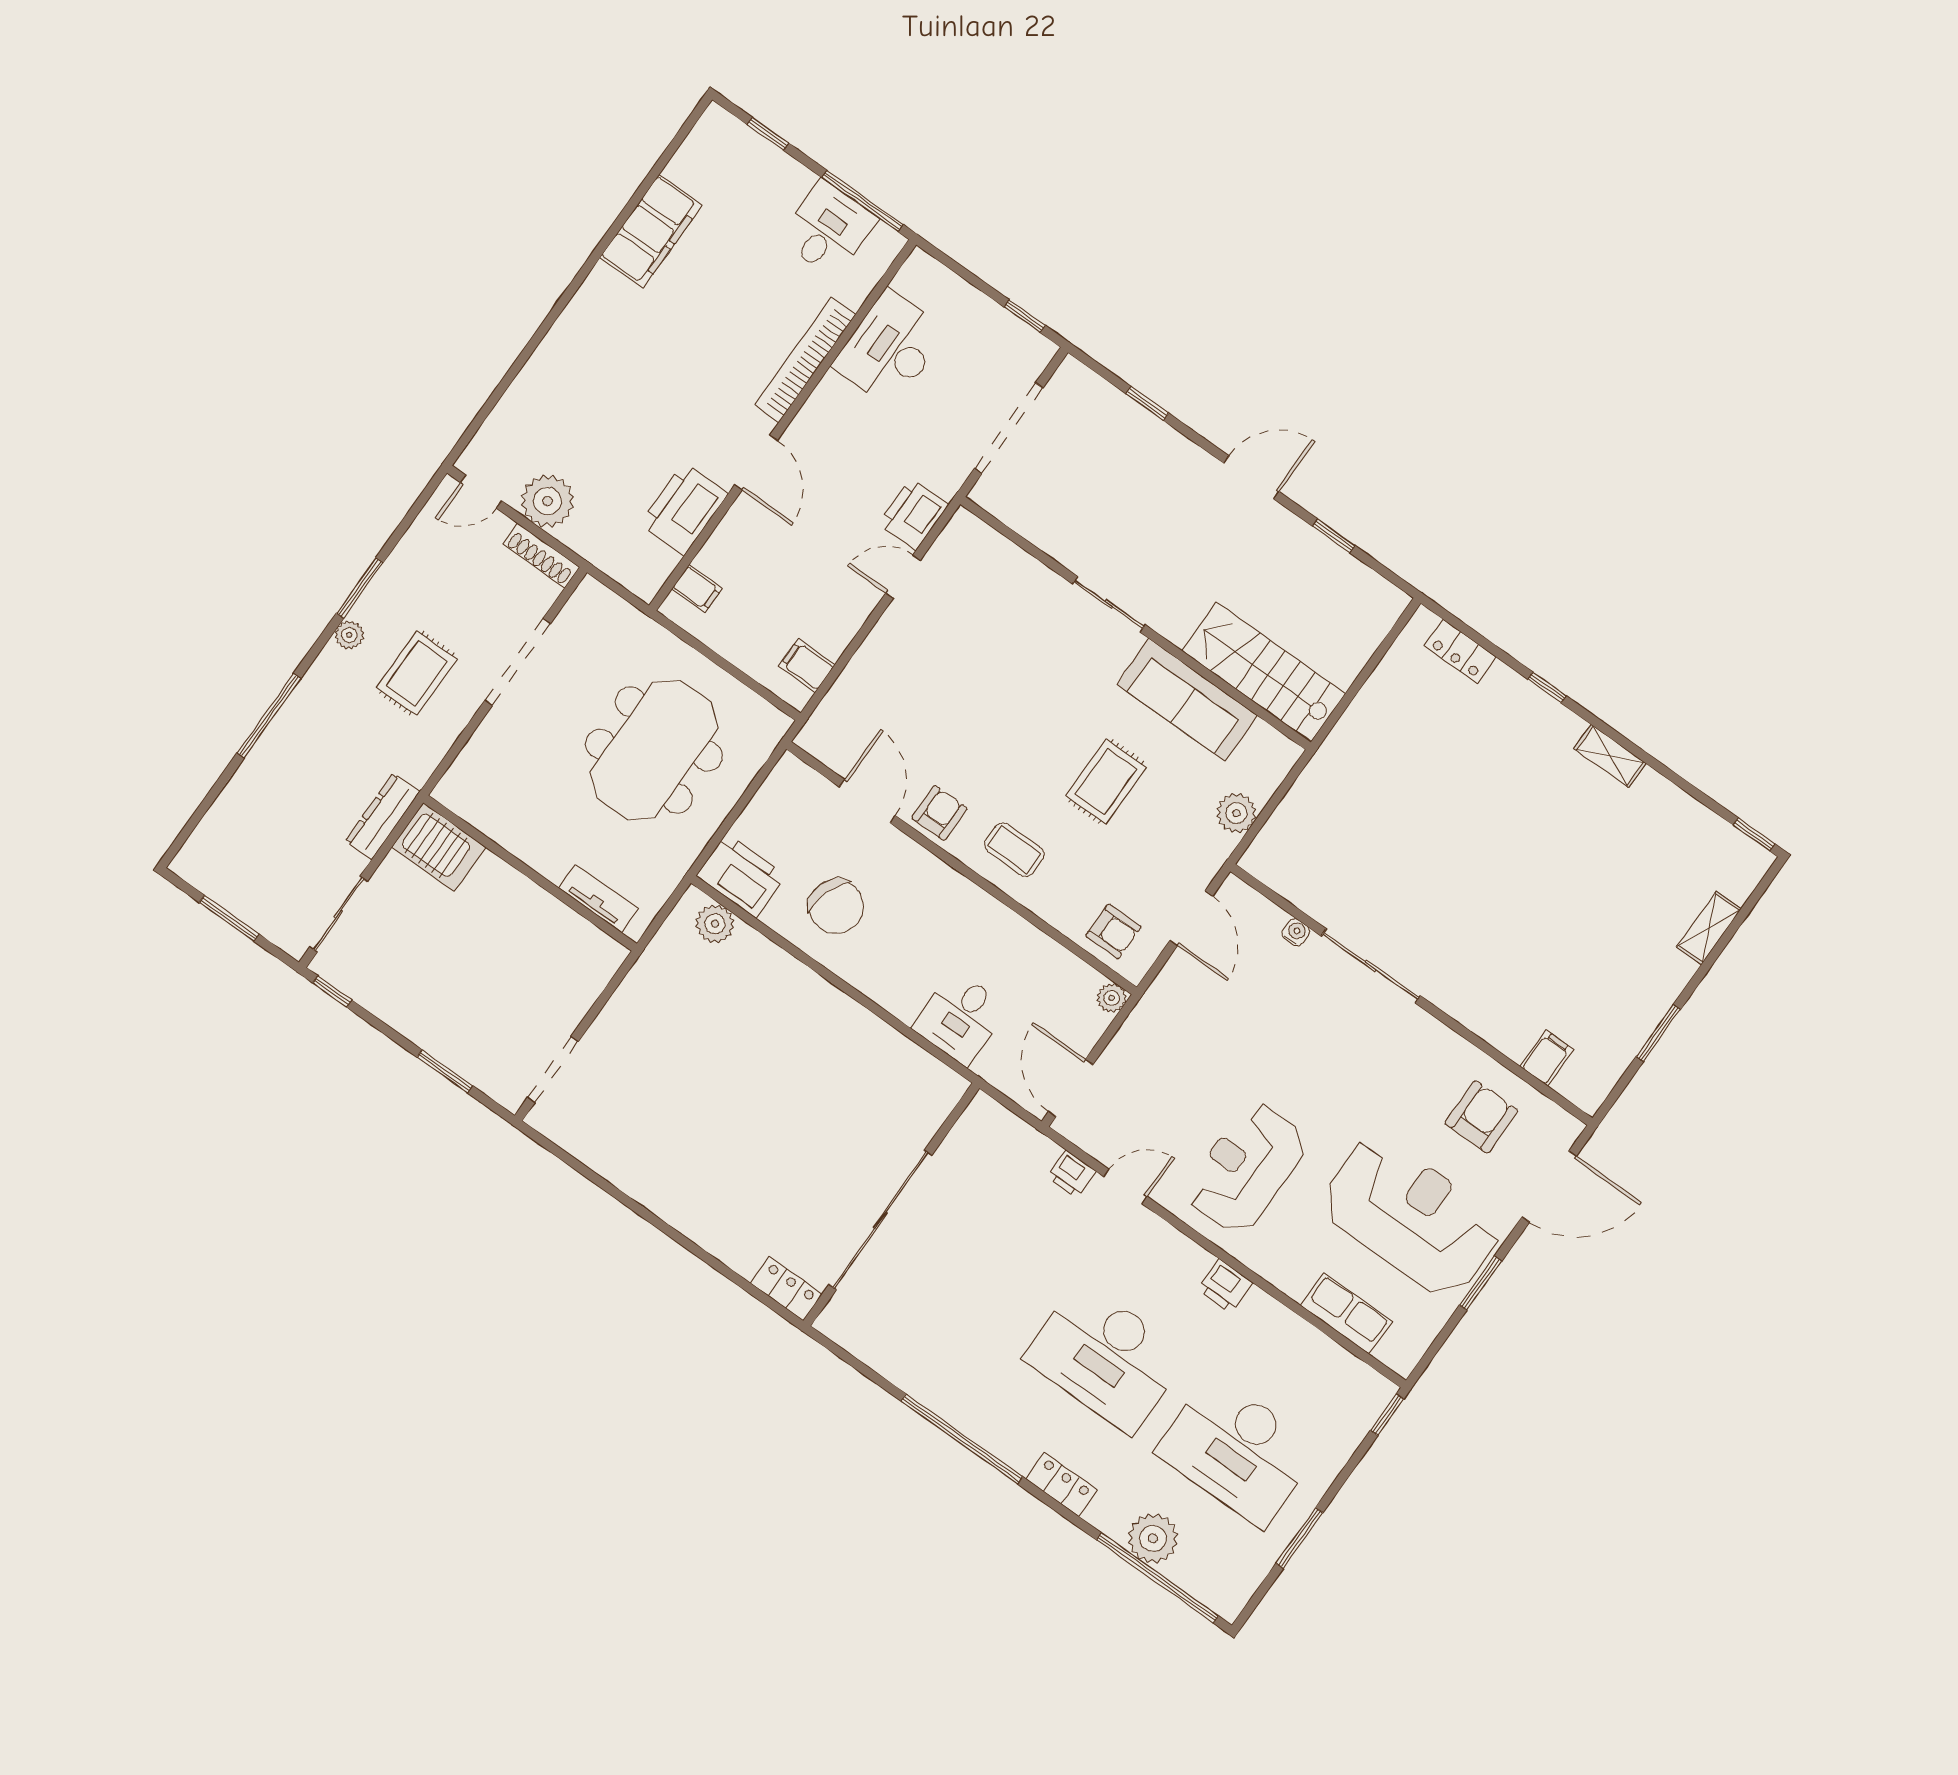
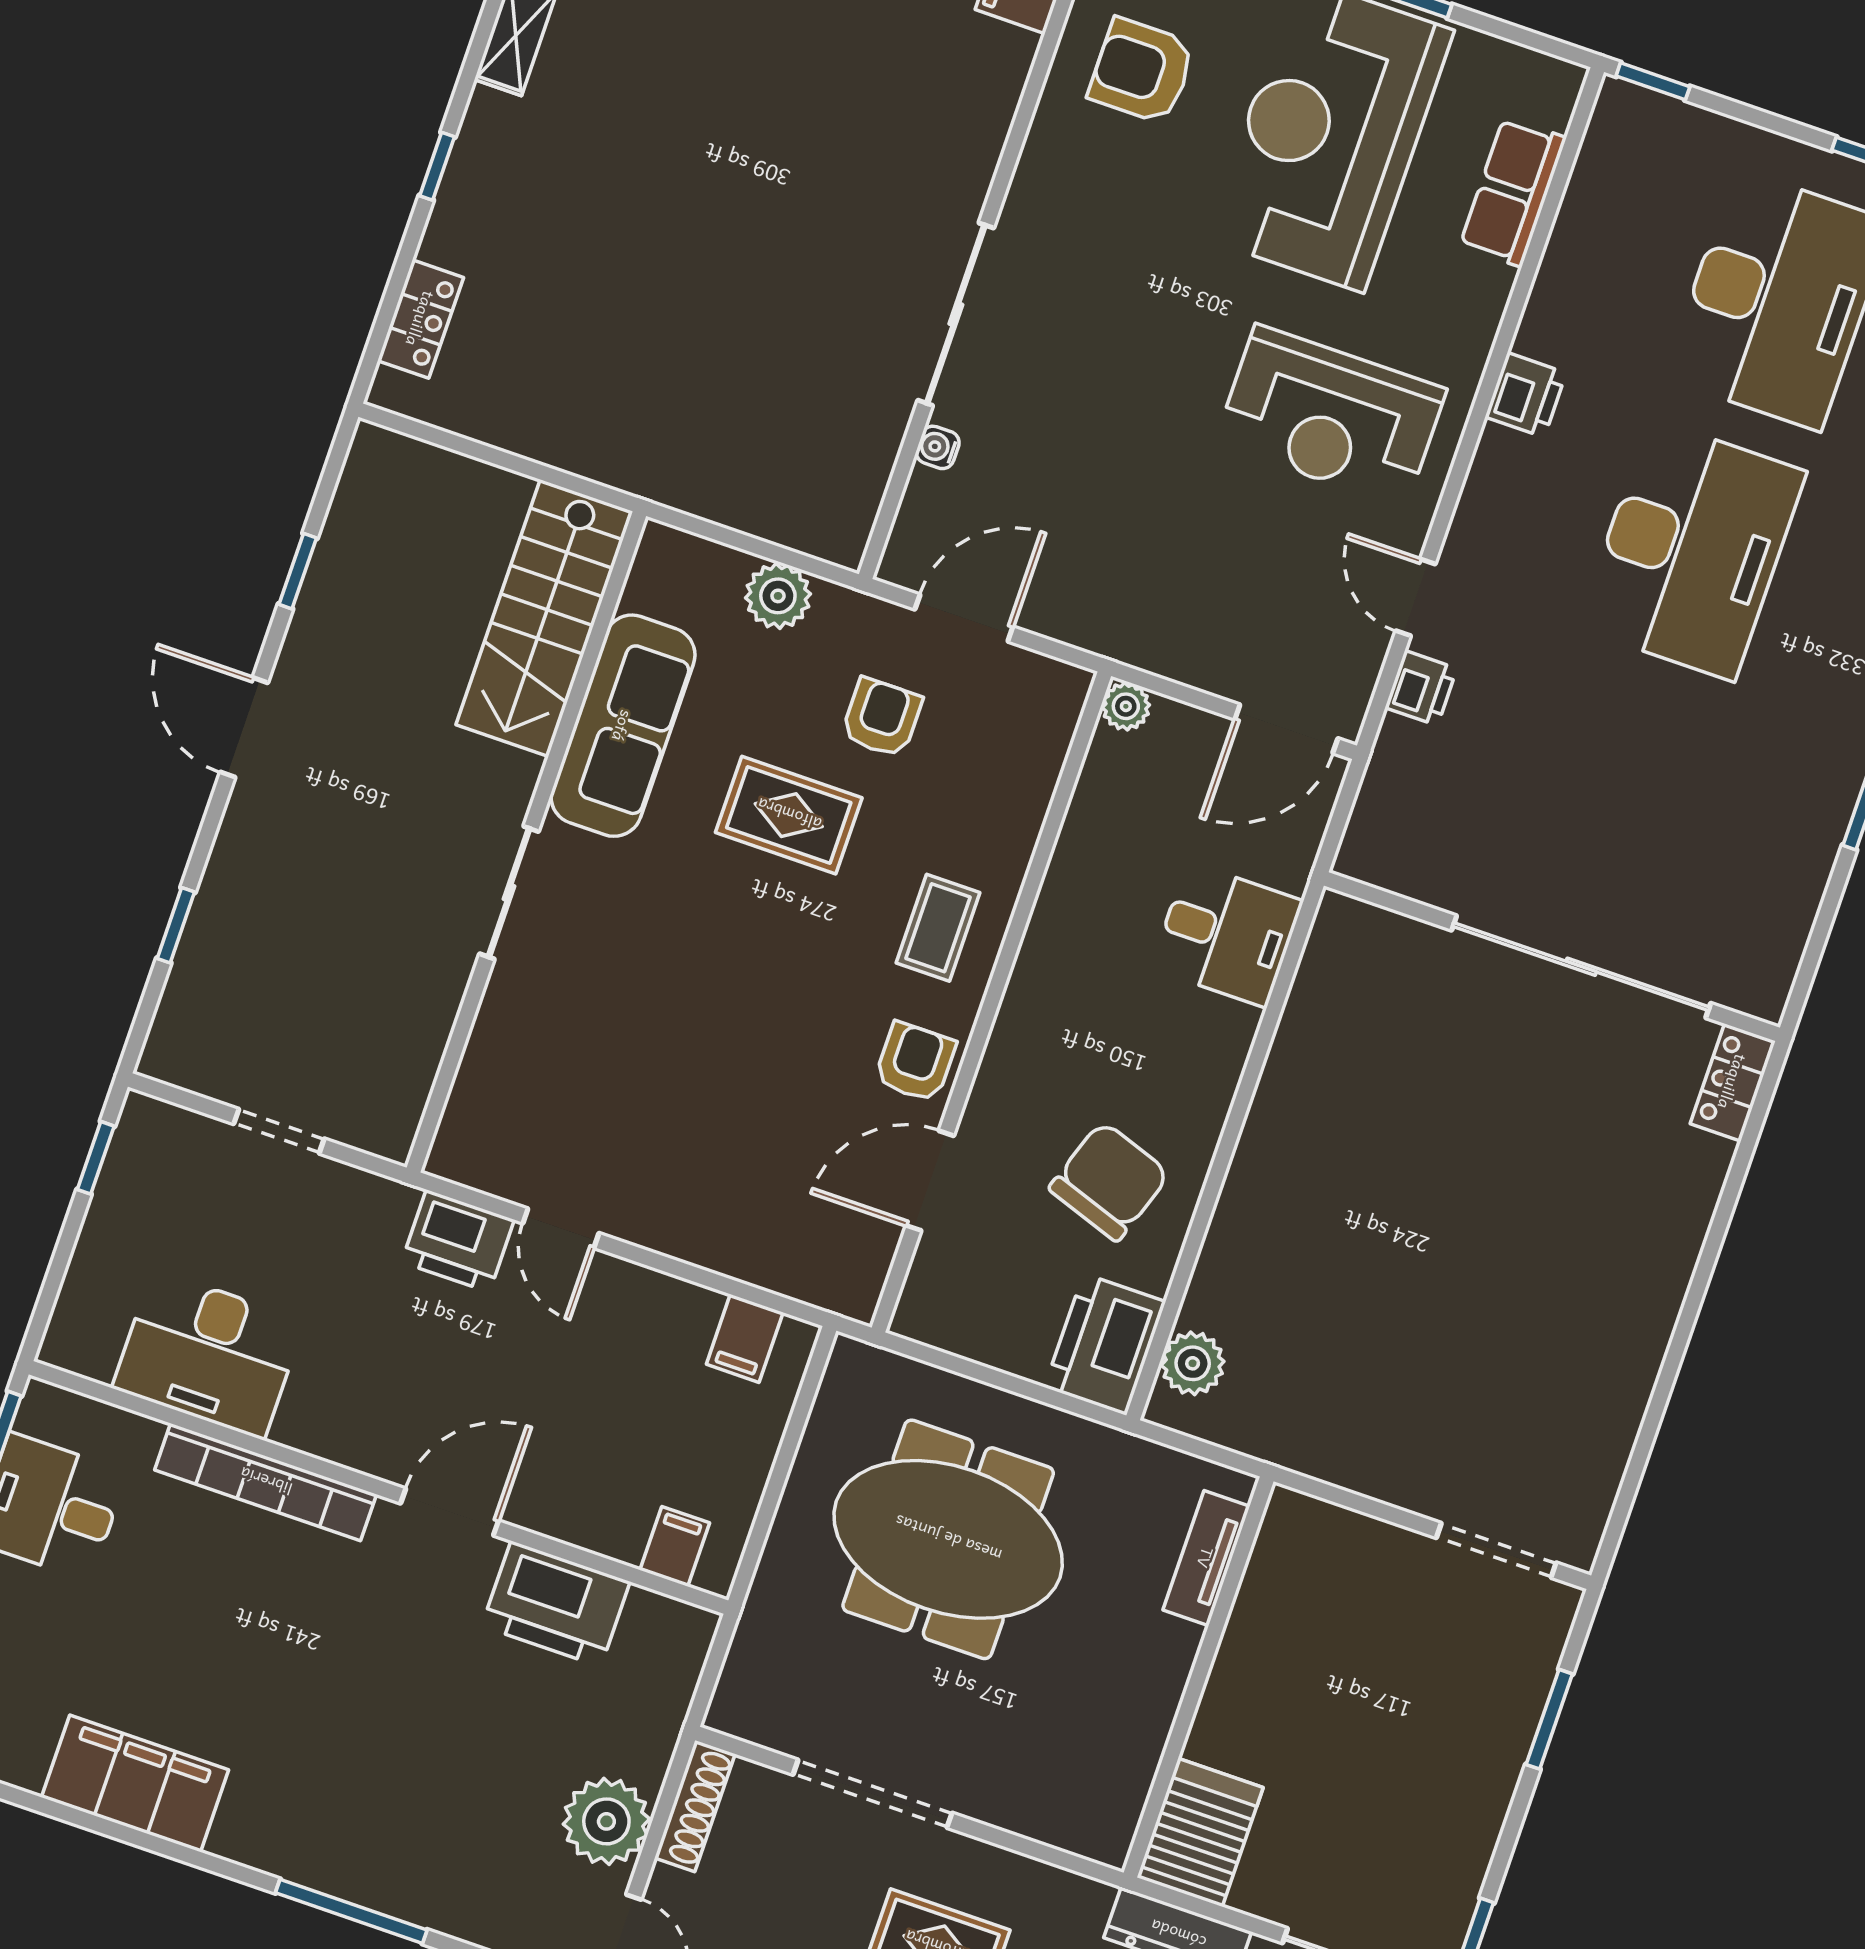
window: (539, 336) -> (351, 1911), added
doorway: (1009, 428) -> (279, 1131), width x0.53
armchair: (939, 813) -> (915, 1062), turned 90
armchair: (1113, 931) -> (882, 718), moved

